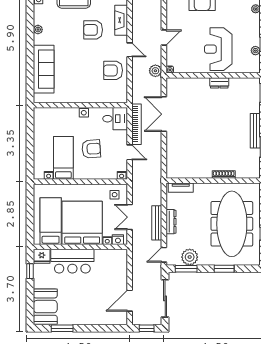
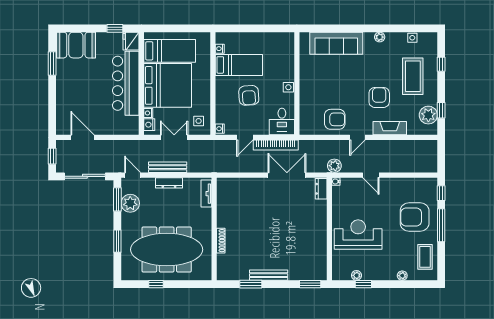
armchair: (113, 70) -> (335, 119), turned 90
dresser: (219, 83) -> (321, 189), moved
bar counter: (72, 261) -> (126, 83), width x1.36

